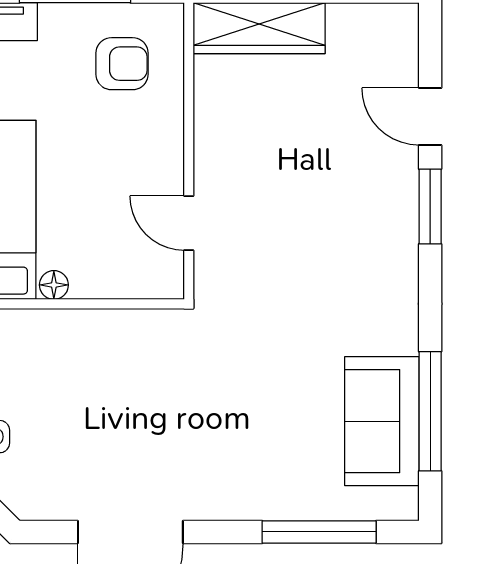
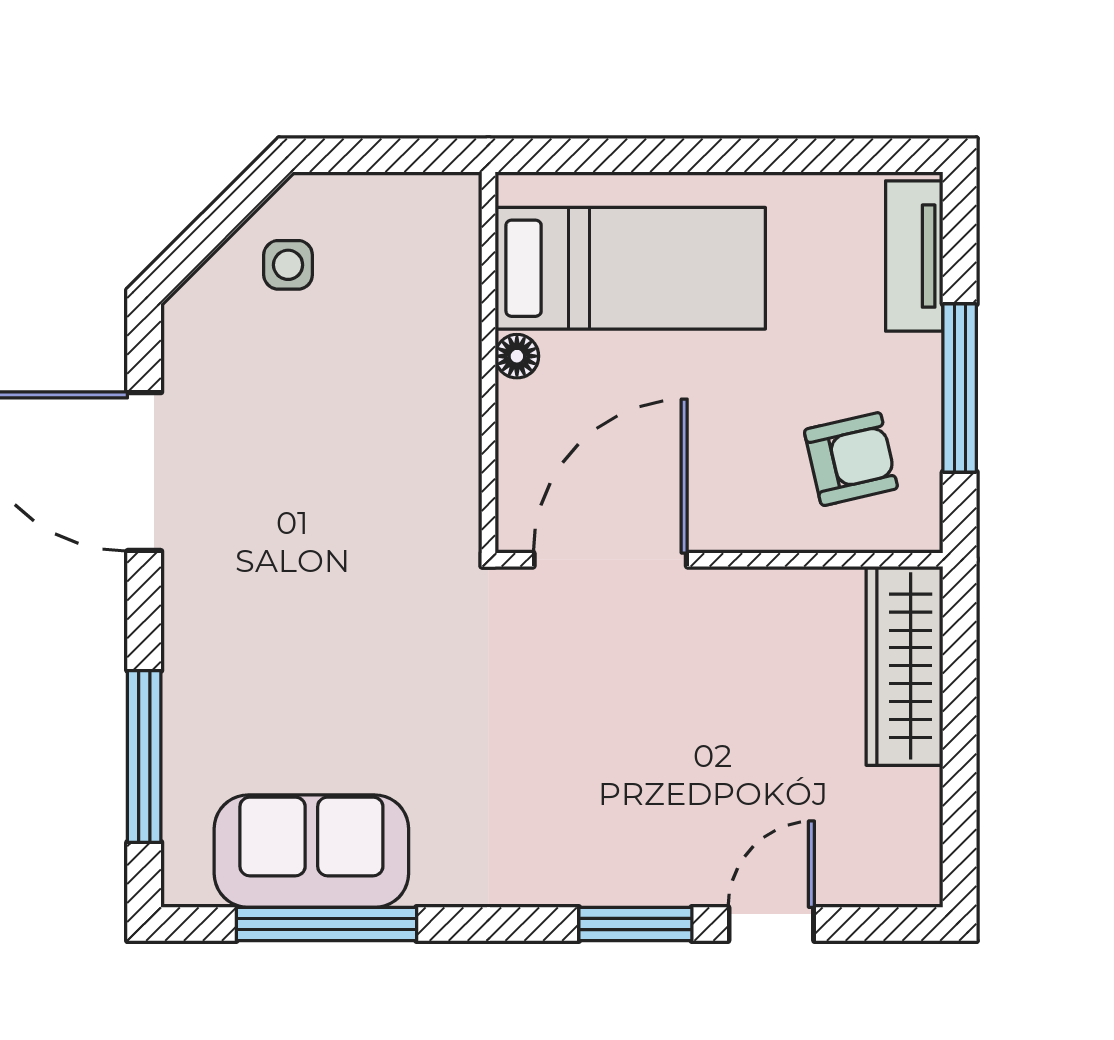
armchair: (122, 64) -> (851, 459), turned -103
door: (189, 223) -> (610, 560), width x1.88

